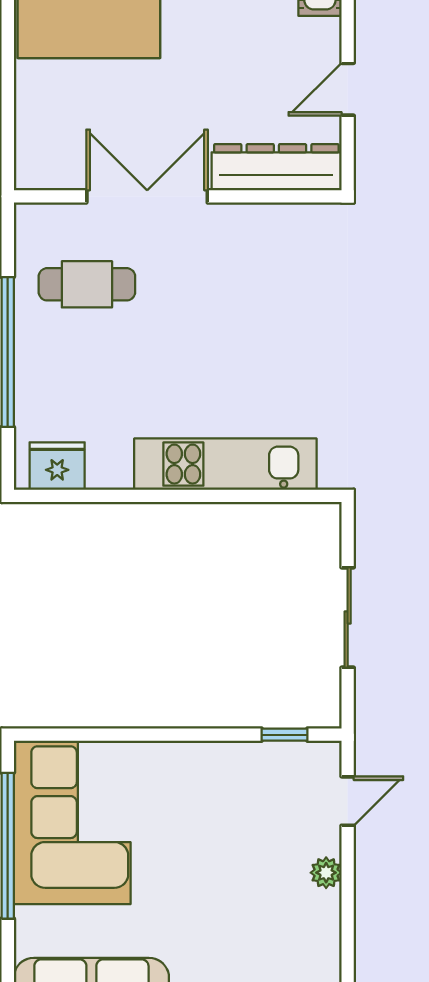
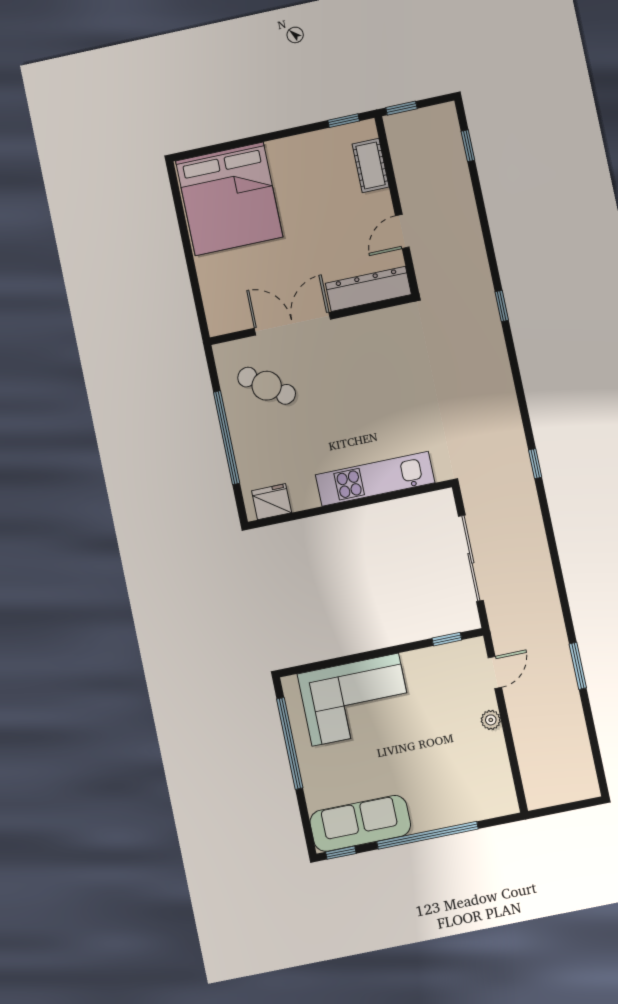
cafe table: (87, 284) -> (267, 386), turned 36
sliding door: (348, 618) -> (471, 558), width x1.37
corner sofa: (72, 822) -> (355, 700), moved, turned 90

